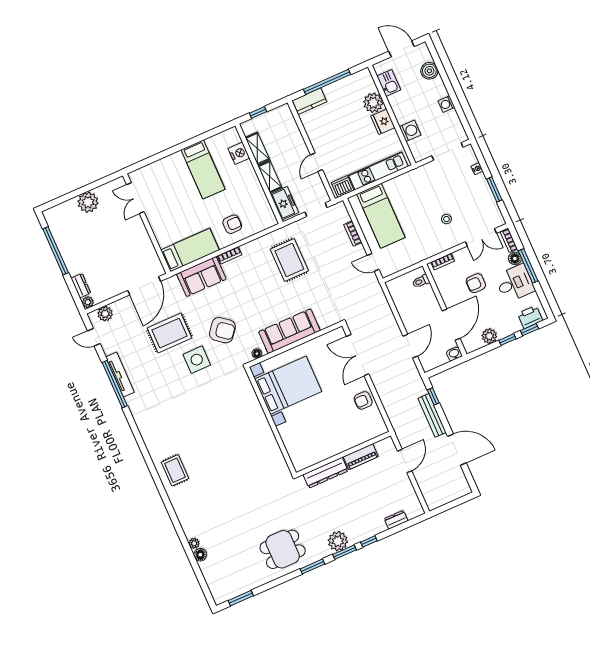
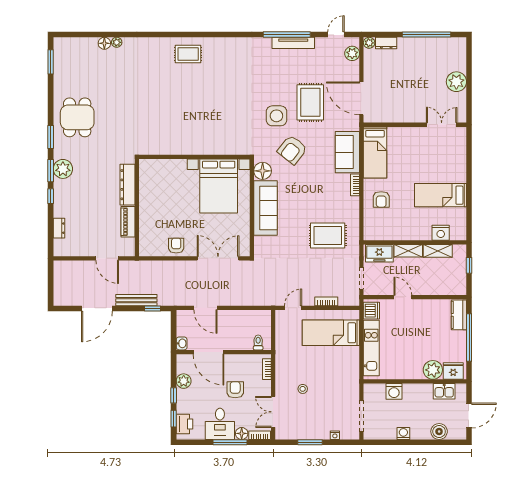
fridge: (383, 122) -> (453, 371), moved
floor lamp: (257, 354) -> (263, 171), width x1.89, depth x1.89

